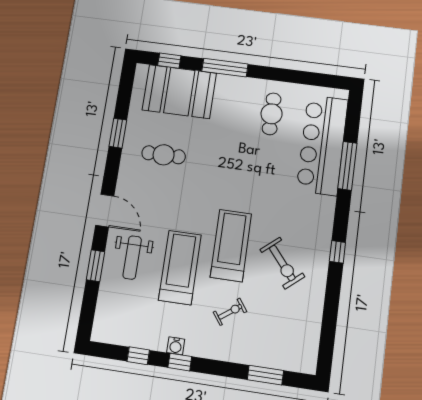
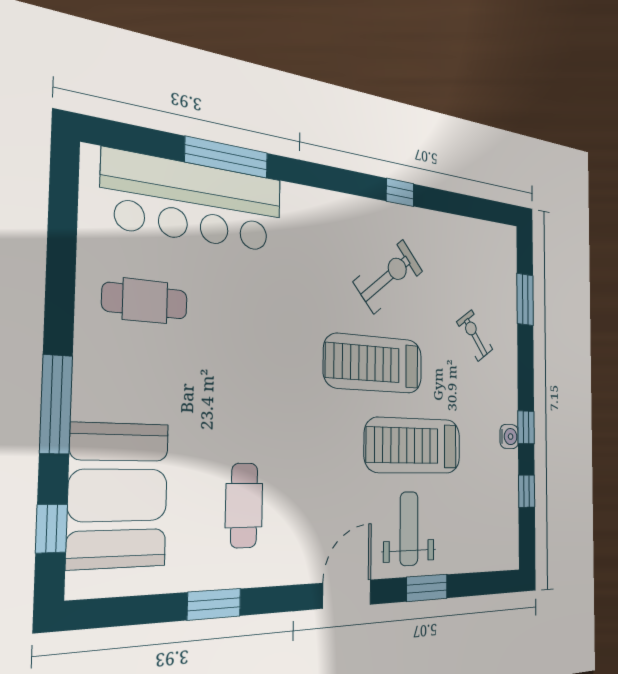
window: (337, 252) -> (400, 192), moved
weight bench: (132, 258) -> (409, 529), turned -90
exercise bike: (230, 312) -> (475, 336), moved

